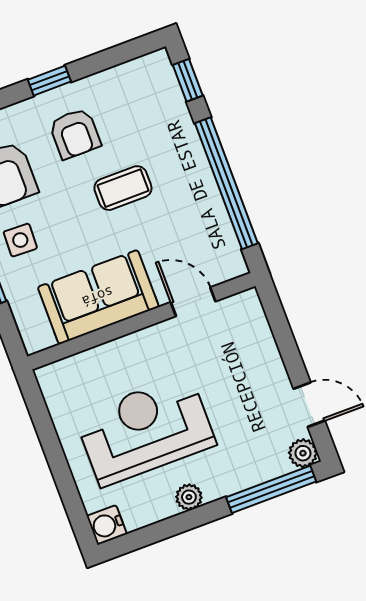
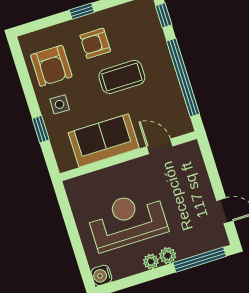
armchair: (75, 134) -> (95, 43), turned 90
coffee table: (123, 188) -> (122, 77), width x1.36, depth x1.30
plant: (303, 453) -> (168, 256), moved

